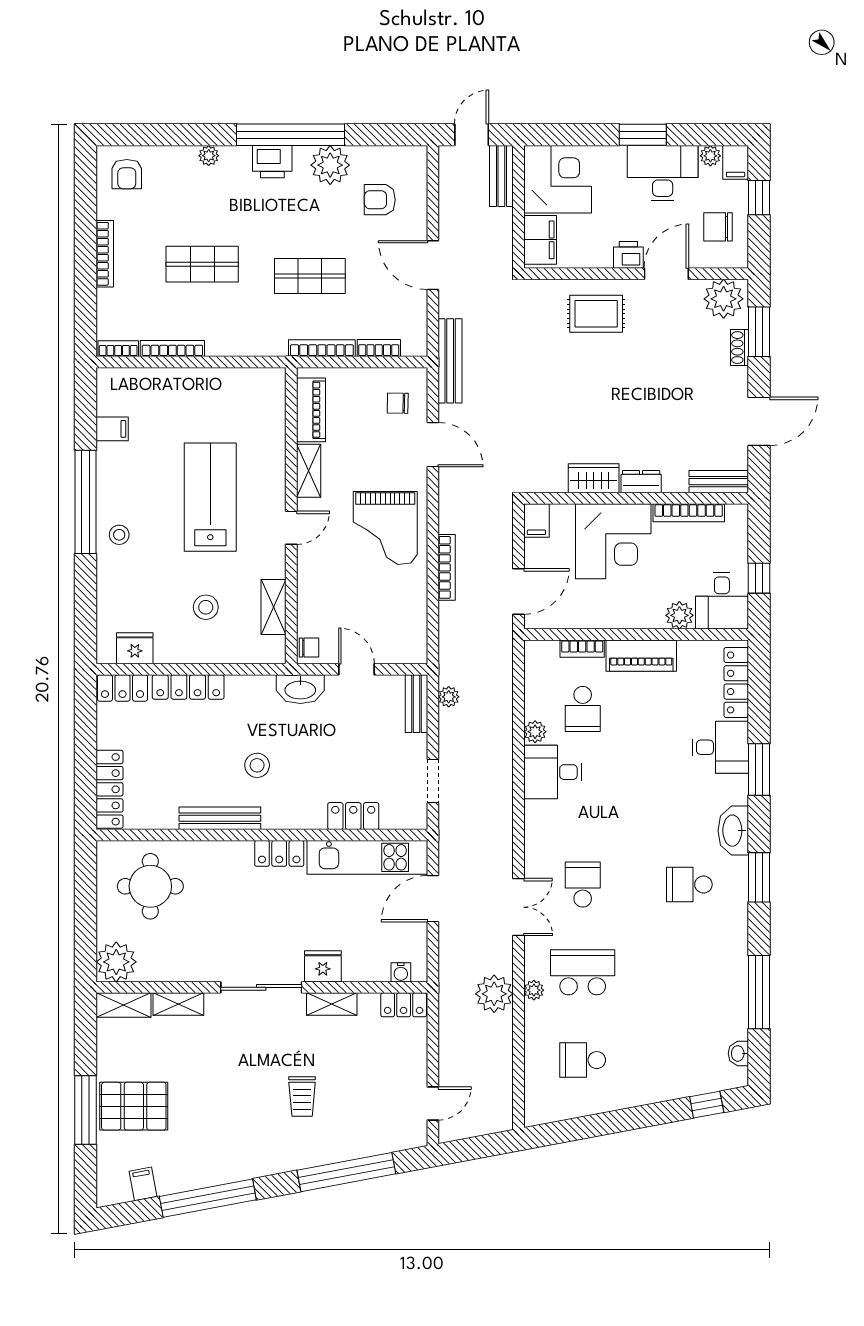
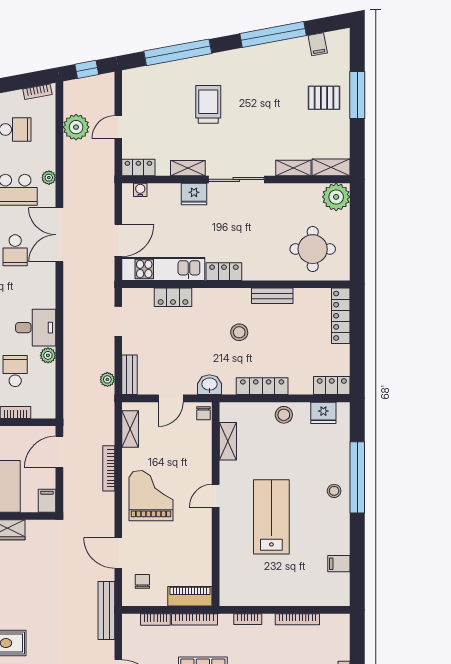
bookcase: (118, 349) -> (248, 619), moved
chair: (398, 403) -> (142, 581), turned -91
piano: (311, 410) -> (190, 596), moved, turned 90
shelving: (309, 471) -> (130, 429), moved
lab bench: (210, 497) -> (271, 517), turned 180
window: (85, 502) -> (357, 477), moved
stool: (206, 607) -> (284, 415), moved
chair: (309, 648) -> (203, 413), turned -90
door: (357, 669) -> (171, 398), hinge flipped
locker: (188, 687) -> (262, 386), moved
washbasin: (300, 689) -> (209, 385), width x0.72
bench: (220, 818) -> (272, 296), width x0.73
double door: (518, 907) -> (59, 235), width x1.37
plant: (494, 994) -> (76, 127), moved
trolley: (302, 1097) -> (208, 104), width x1.36, depth x1.39
door: (433, 1103) -> (118, 127), moved
pallet: (134, 1106) -> (324, 98), width x0.67, depth x0.71
bookcase: (550, 1115) -> (37, 92), added
window: (479, 1147) -> (87, 69), added

